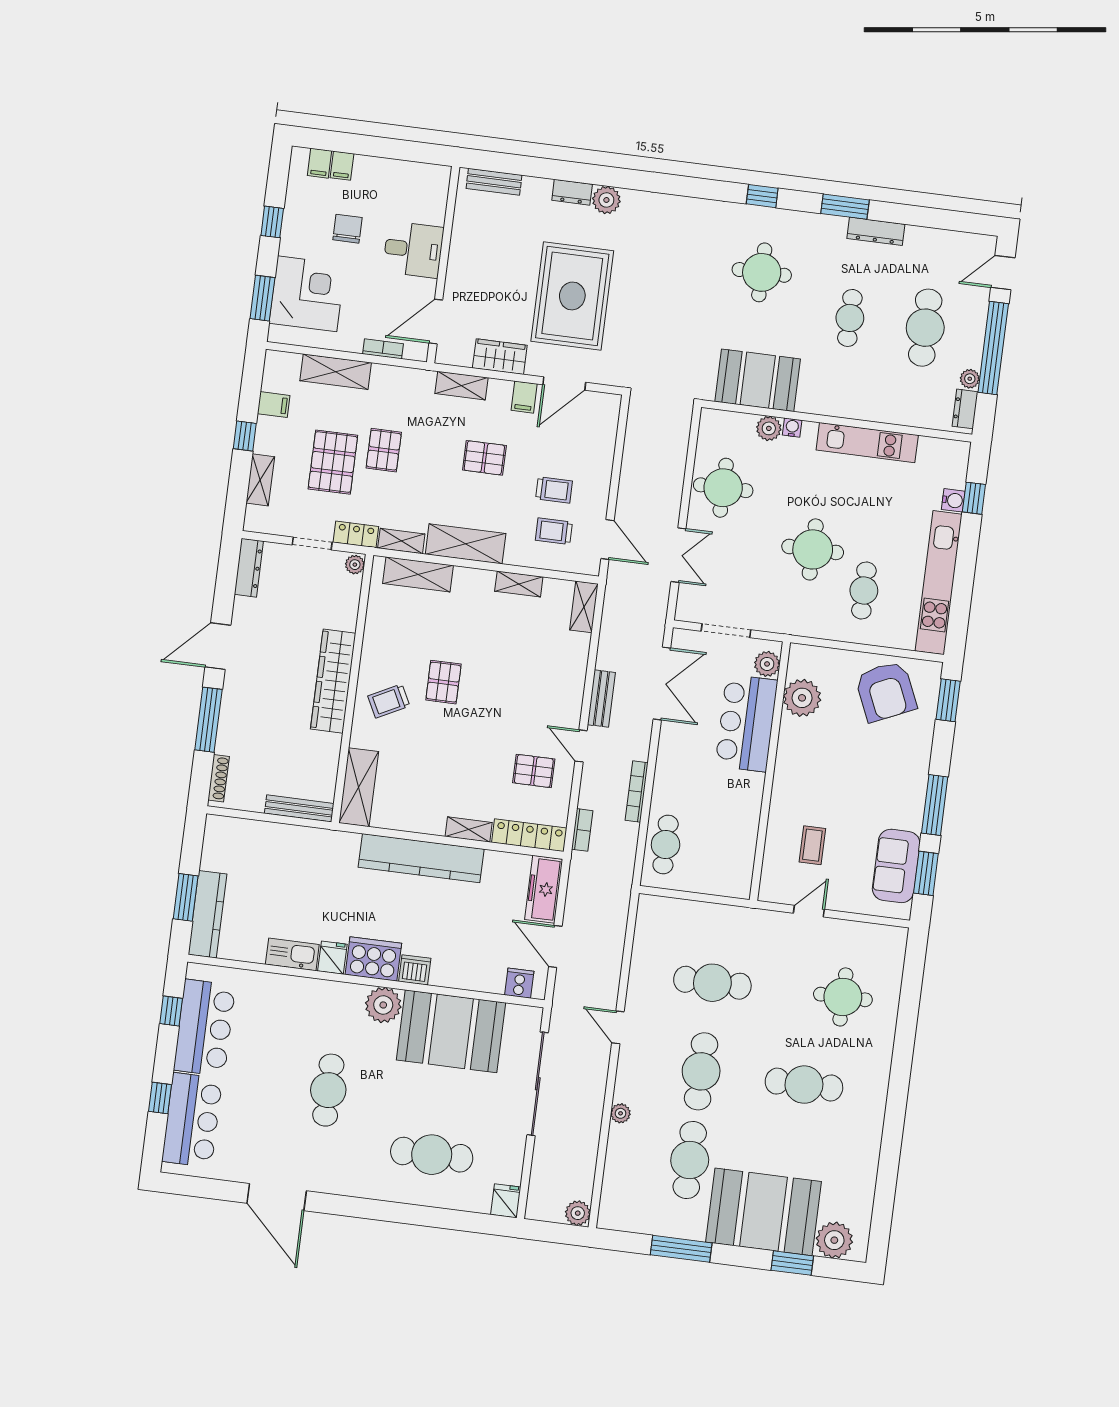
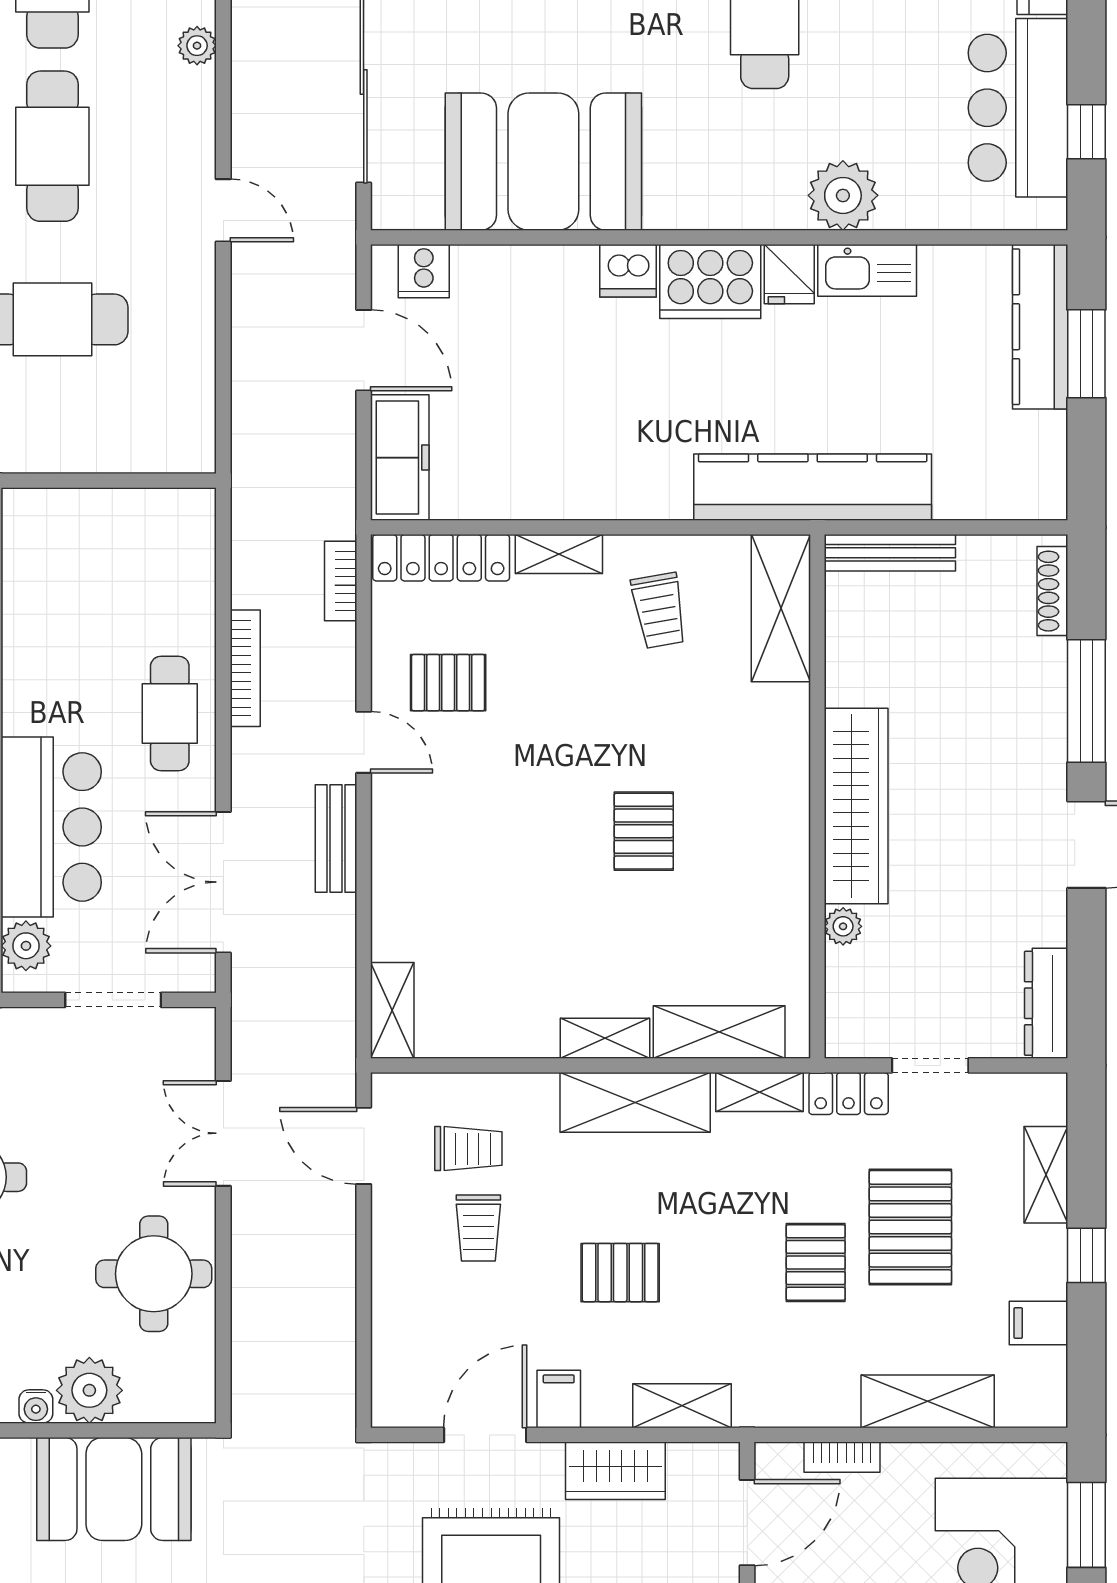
plant: (769, 428) -> (89, 1390), width x1.36, depth x1.36
trolley: (554, 490) -> (478, 1228), turned -90
plant: (355, 565) -> (843, 926), moved
shelving: (519, 584) -> (605, 1038), moved
trolley: (389, 701) -> (659, 610), moved, turned 107
cafe table: (666, 844) -> (170, 714), moved
kitchen counter: (421, 858) -> (813, 487), moved
plant: (383, 1005) -> (843, 195), moved

